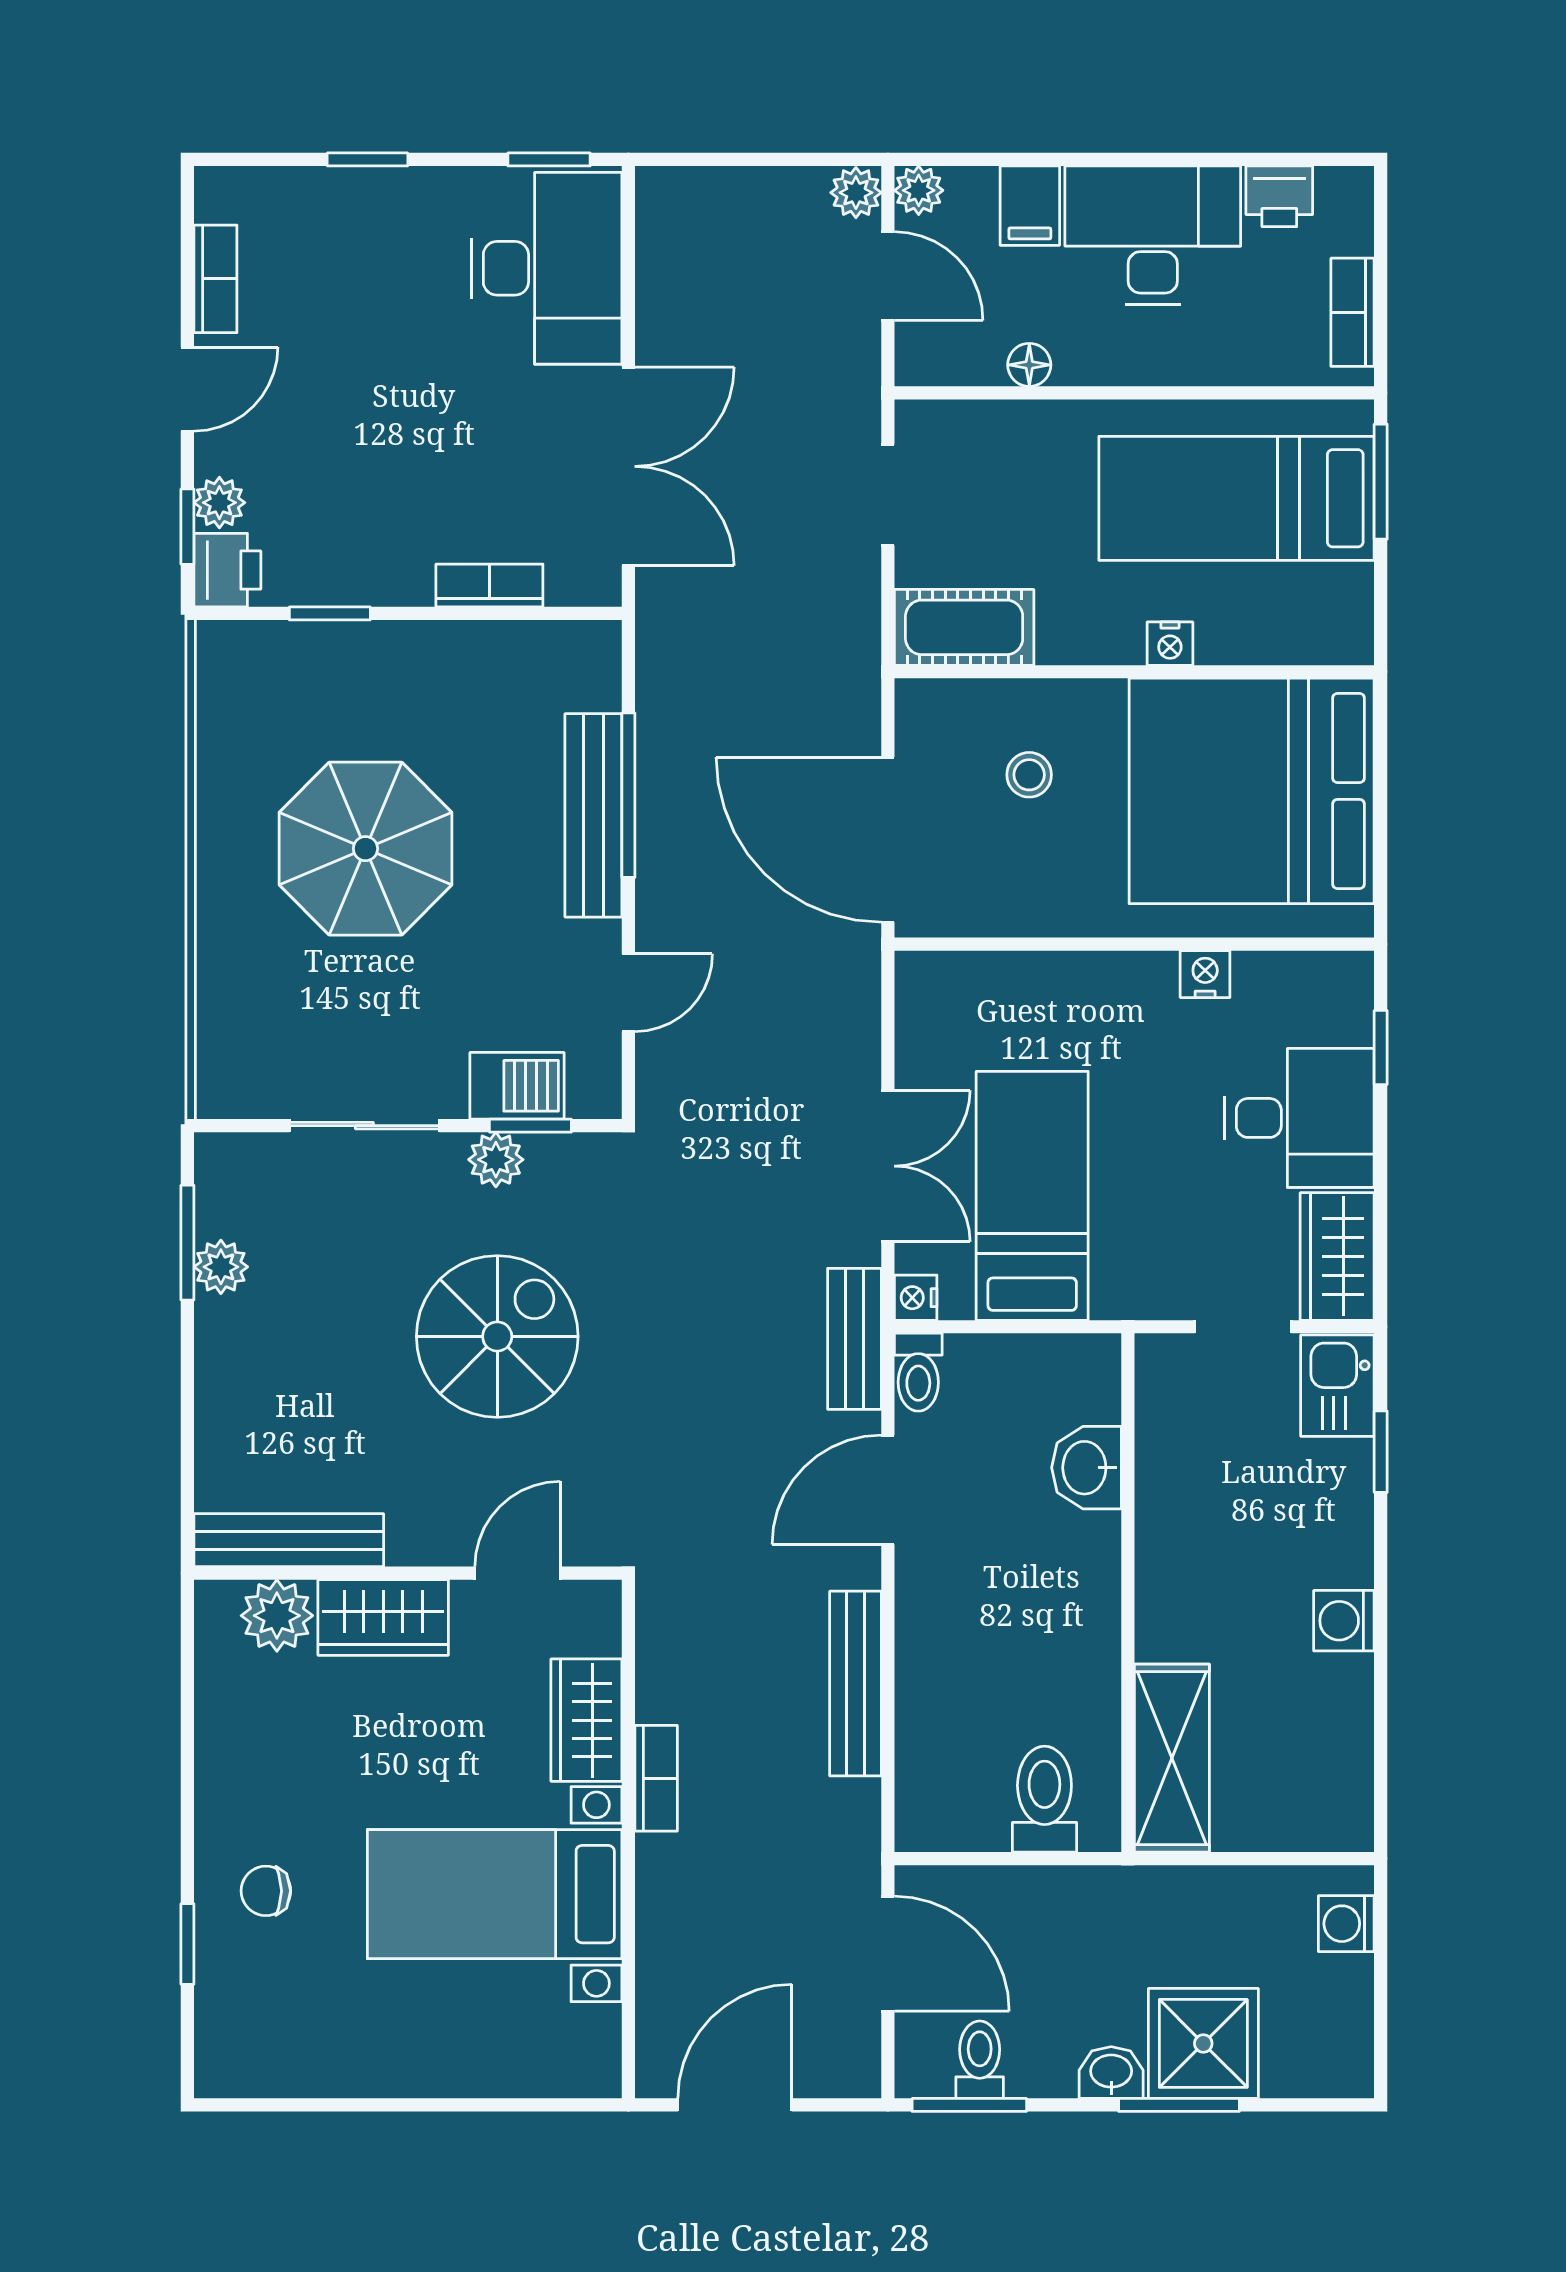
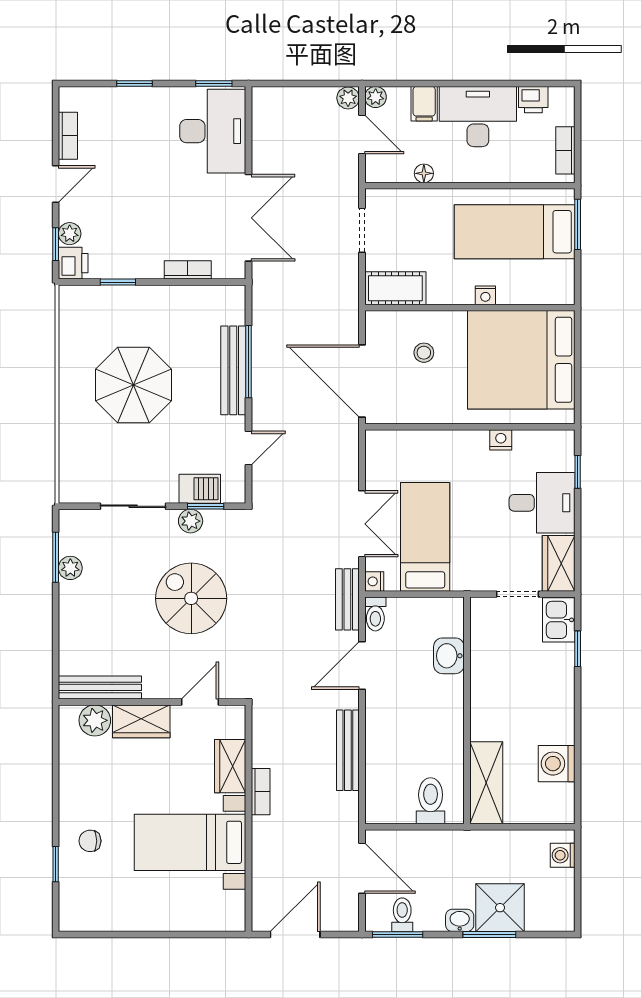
spiral stairs: (497, 1336) -> (191, 598), turned -90
washing machine: (1344, 1621) -> (557, 764), moved, width x1.38, depth x1.38

